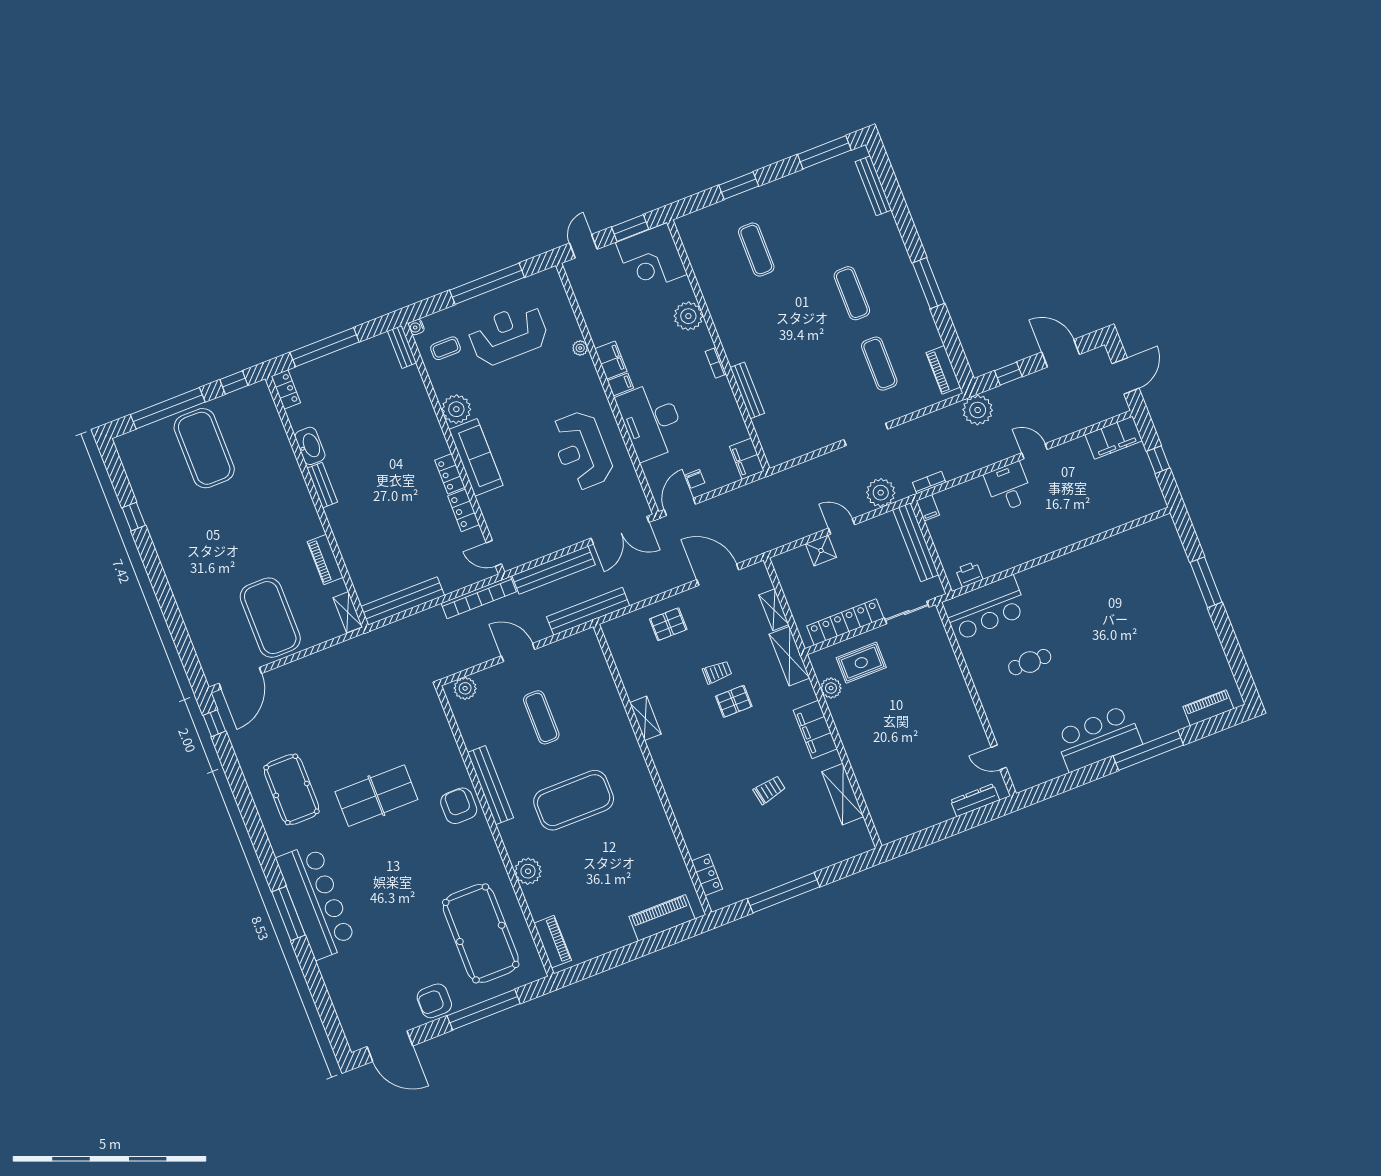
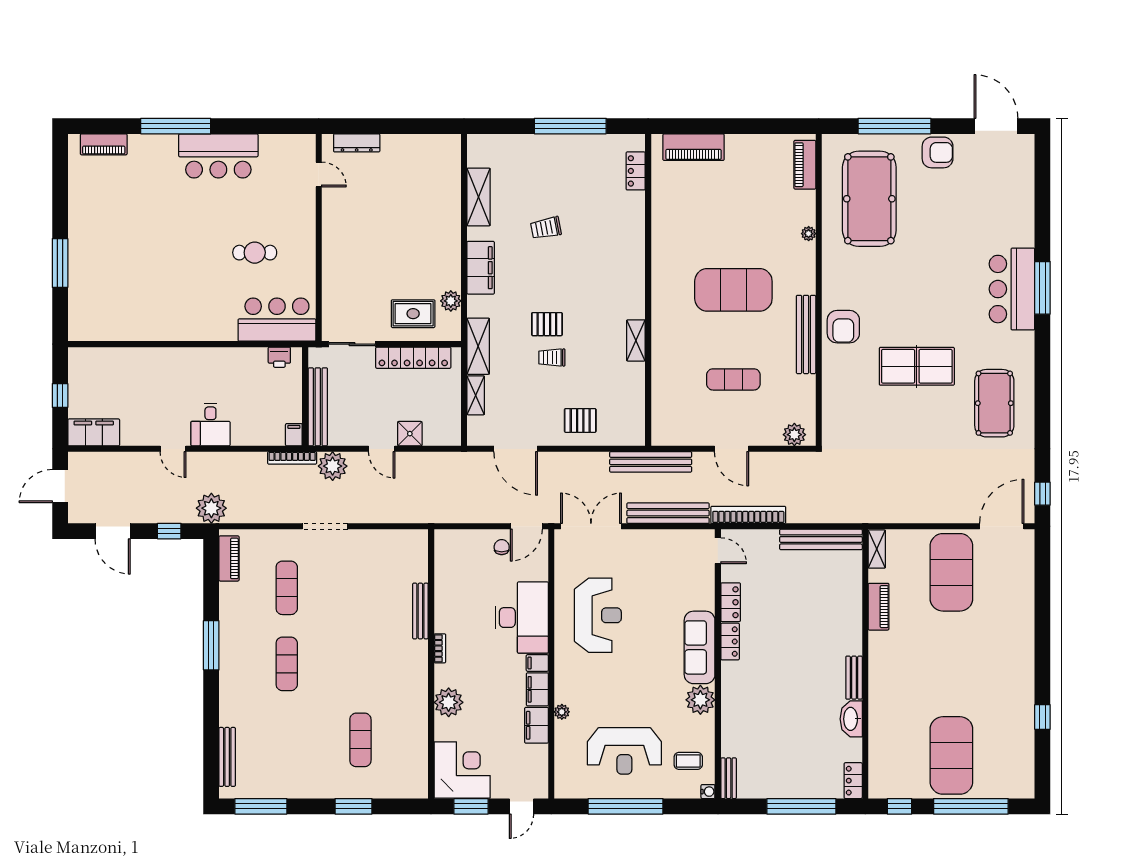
filing cabinet: (747, 459) -> (536, 725), moved, turned 180
bookcase: (929, 482) -> (292, 458), width x1.56
exercise mat: (541, 717) -> (733, 379), turned 90
plant: (528, 871) -> (809, 234), width x0.53, depth x0.53
bar counter: (316, 901) -> (1012, 289), width x0.73

